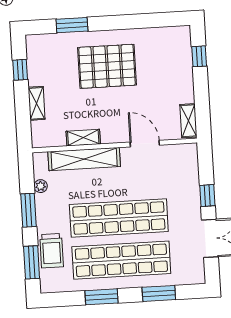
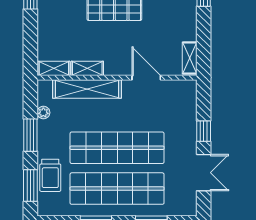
shelving: (37, 103) -> (54, 68), moved, turned 90

